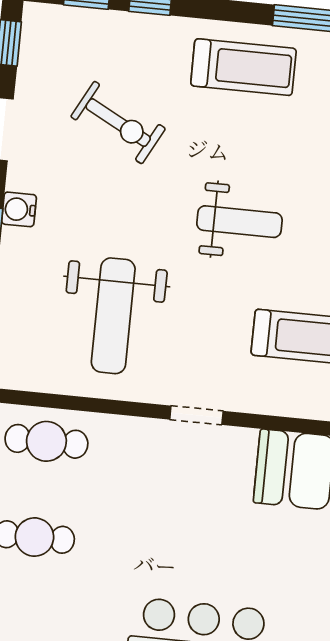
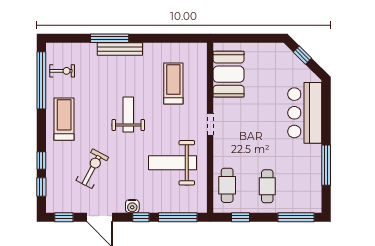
weight bench: (113, 316) -> (172, 163), turned 180

